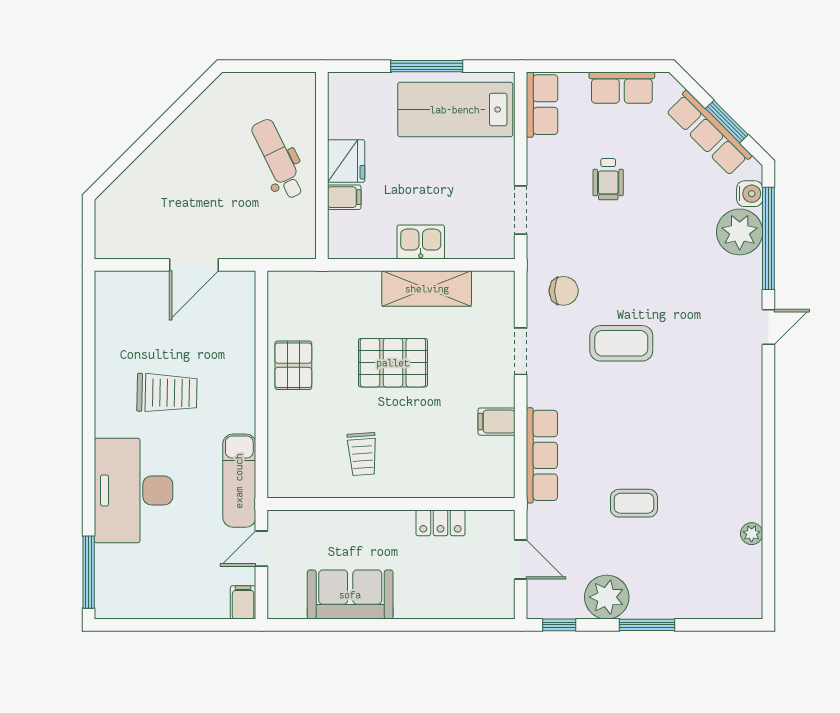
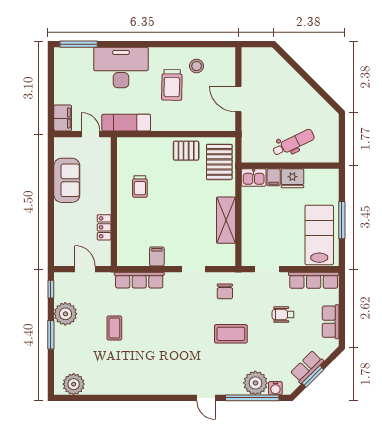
row of seats: (542, 105) -> (314, 280), width x1.48
row of seats: (709, 133) -> (307, 367), width x0.68
kitchen sink: (421, 242) -> (254, 178), moved, turned 90
coffee table: (621, 343) -> (231, 334), moved, turned 90
stool: (131, 345) -> (197, 66), added
pallet: (393, 363) -> (219, 162), moved
trolley: (362, 454) -> (140, 187), turned -86
plant: (752, 534) -> (74, 384), moved, width x1.87, depth x1.87
door: (521, 560) -> (85, 269), swing flipped
filing cabinet: (243, 602) -> (63, 118), width x2.00

